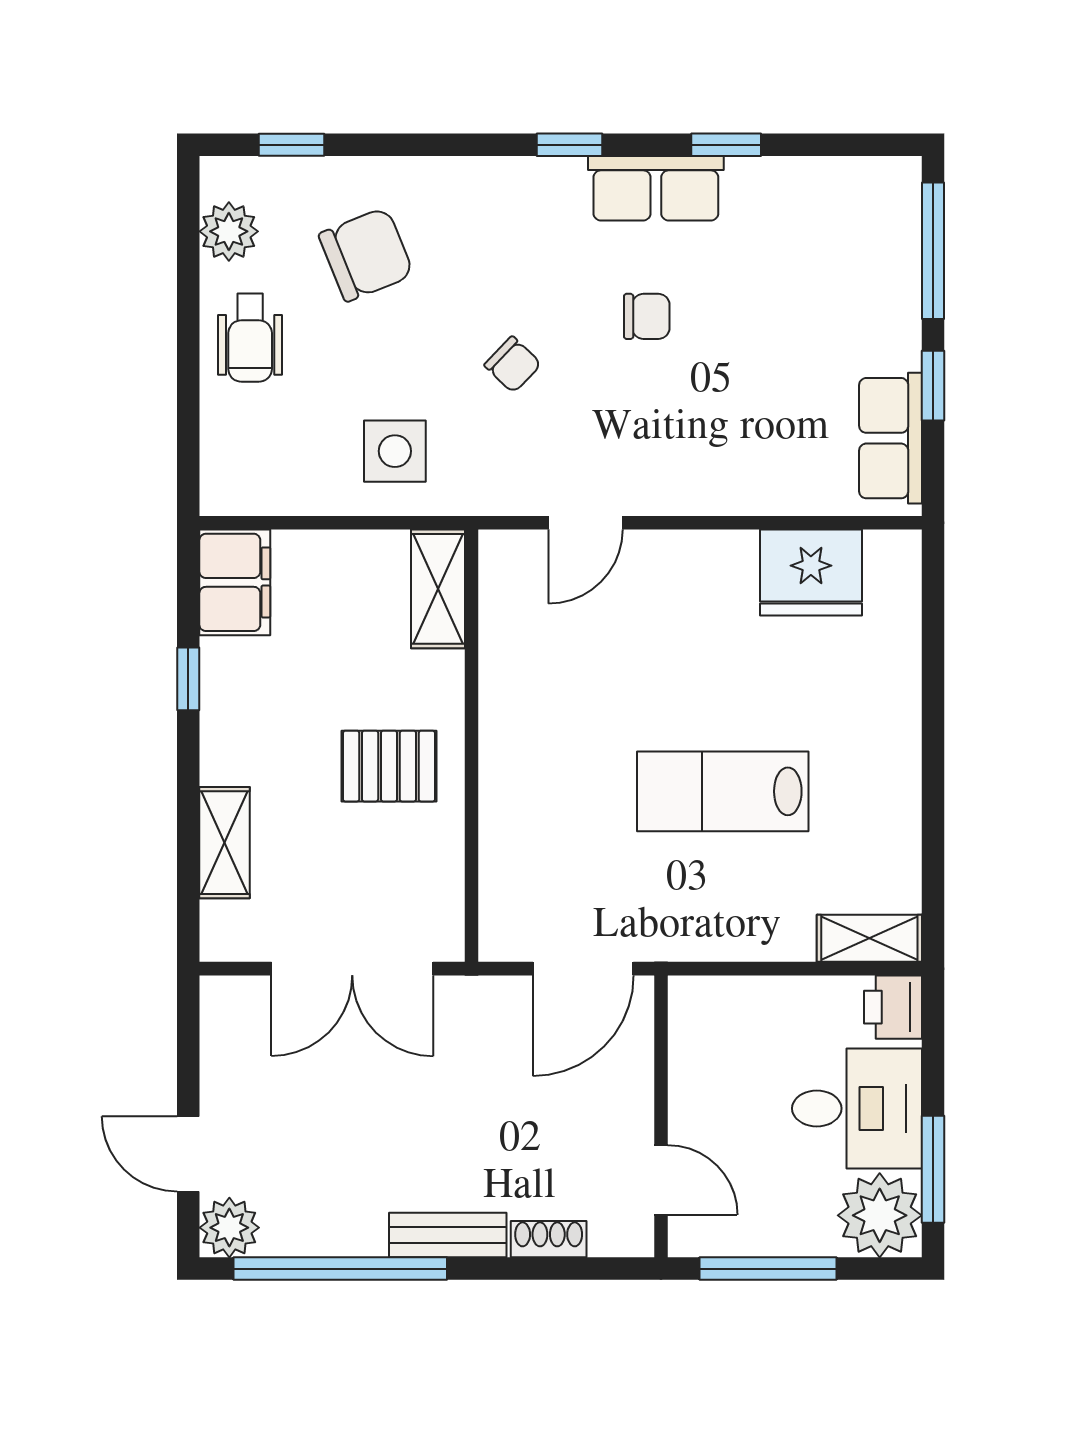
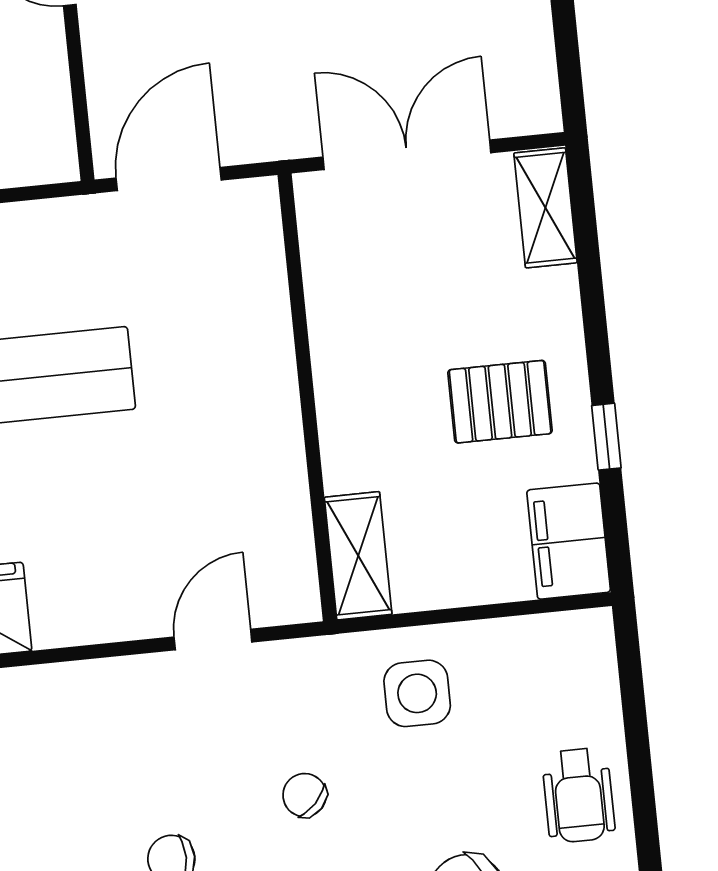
wheelchair: (250, 338) -> (578, 795), turned 180
pallet: (389, 766) -> (500, 402), moved
shelving: (224, 843) -> (545, 208), moved

